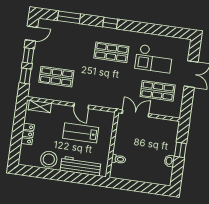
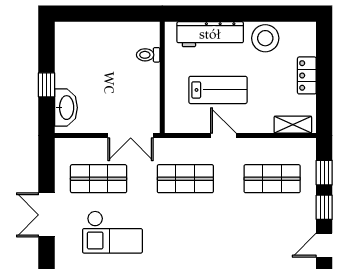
shop shelf: (111, 52) -> (185, 179), moved
checkout: (154, 59) -> (112, 232), turned 180
washbasin: (169, 161) -> (66, 108), moved, width x1.91, depth x1.45

